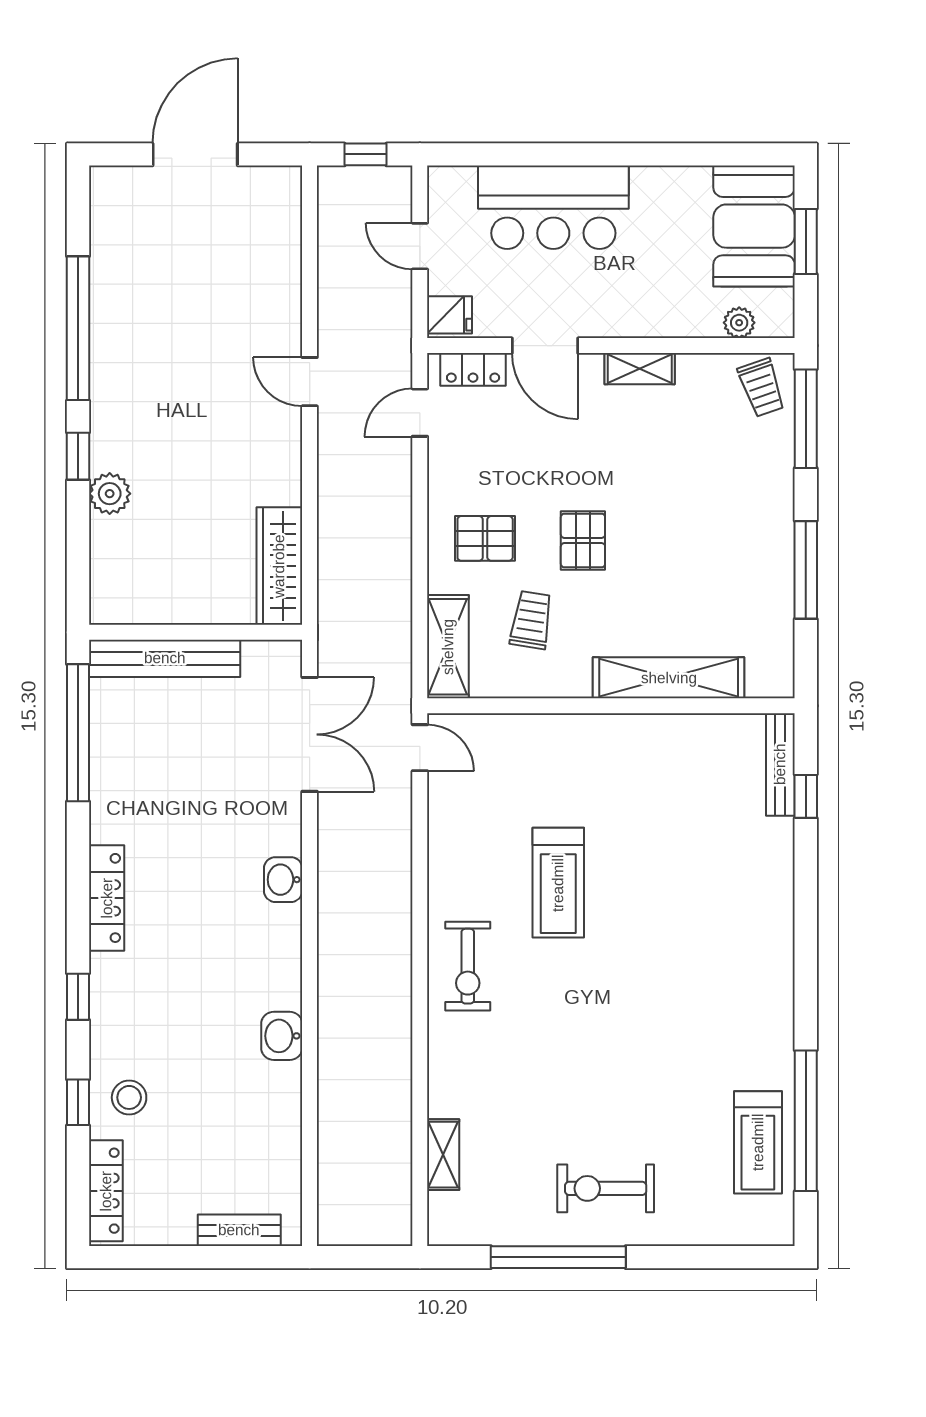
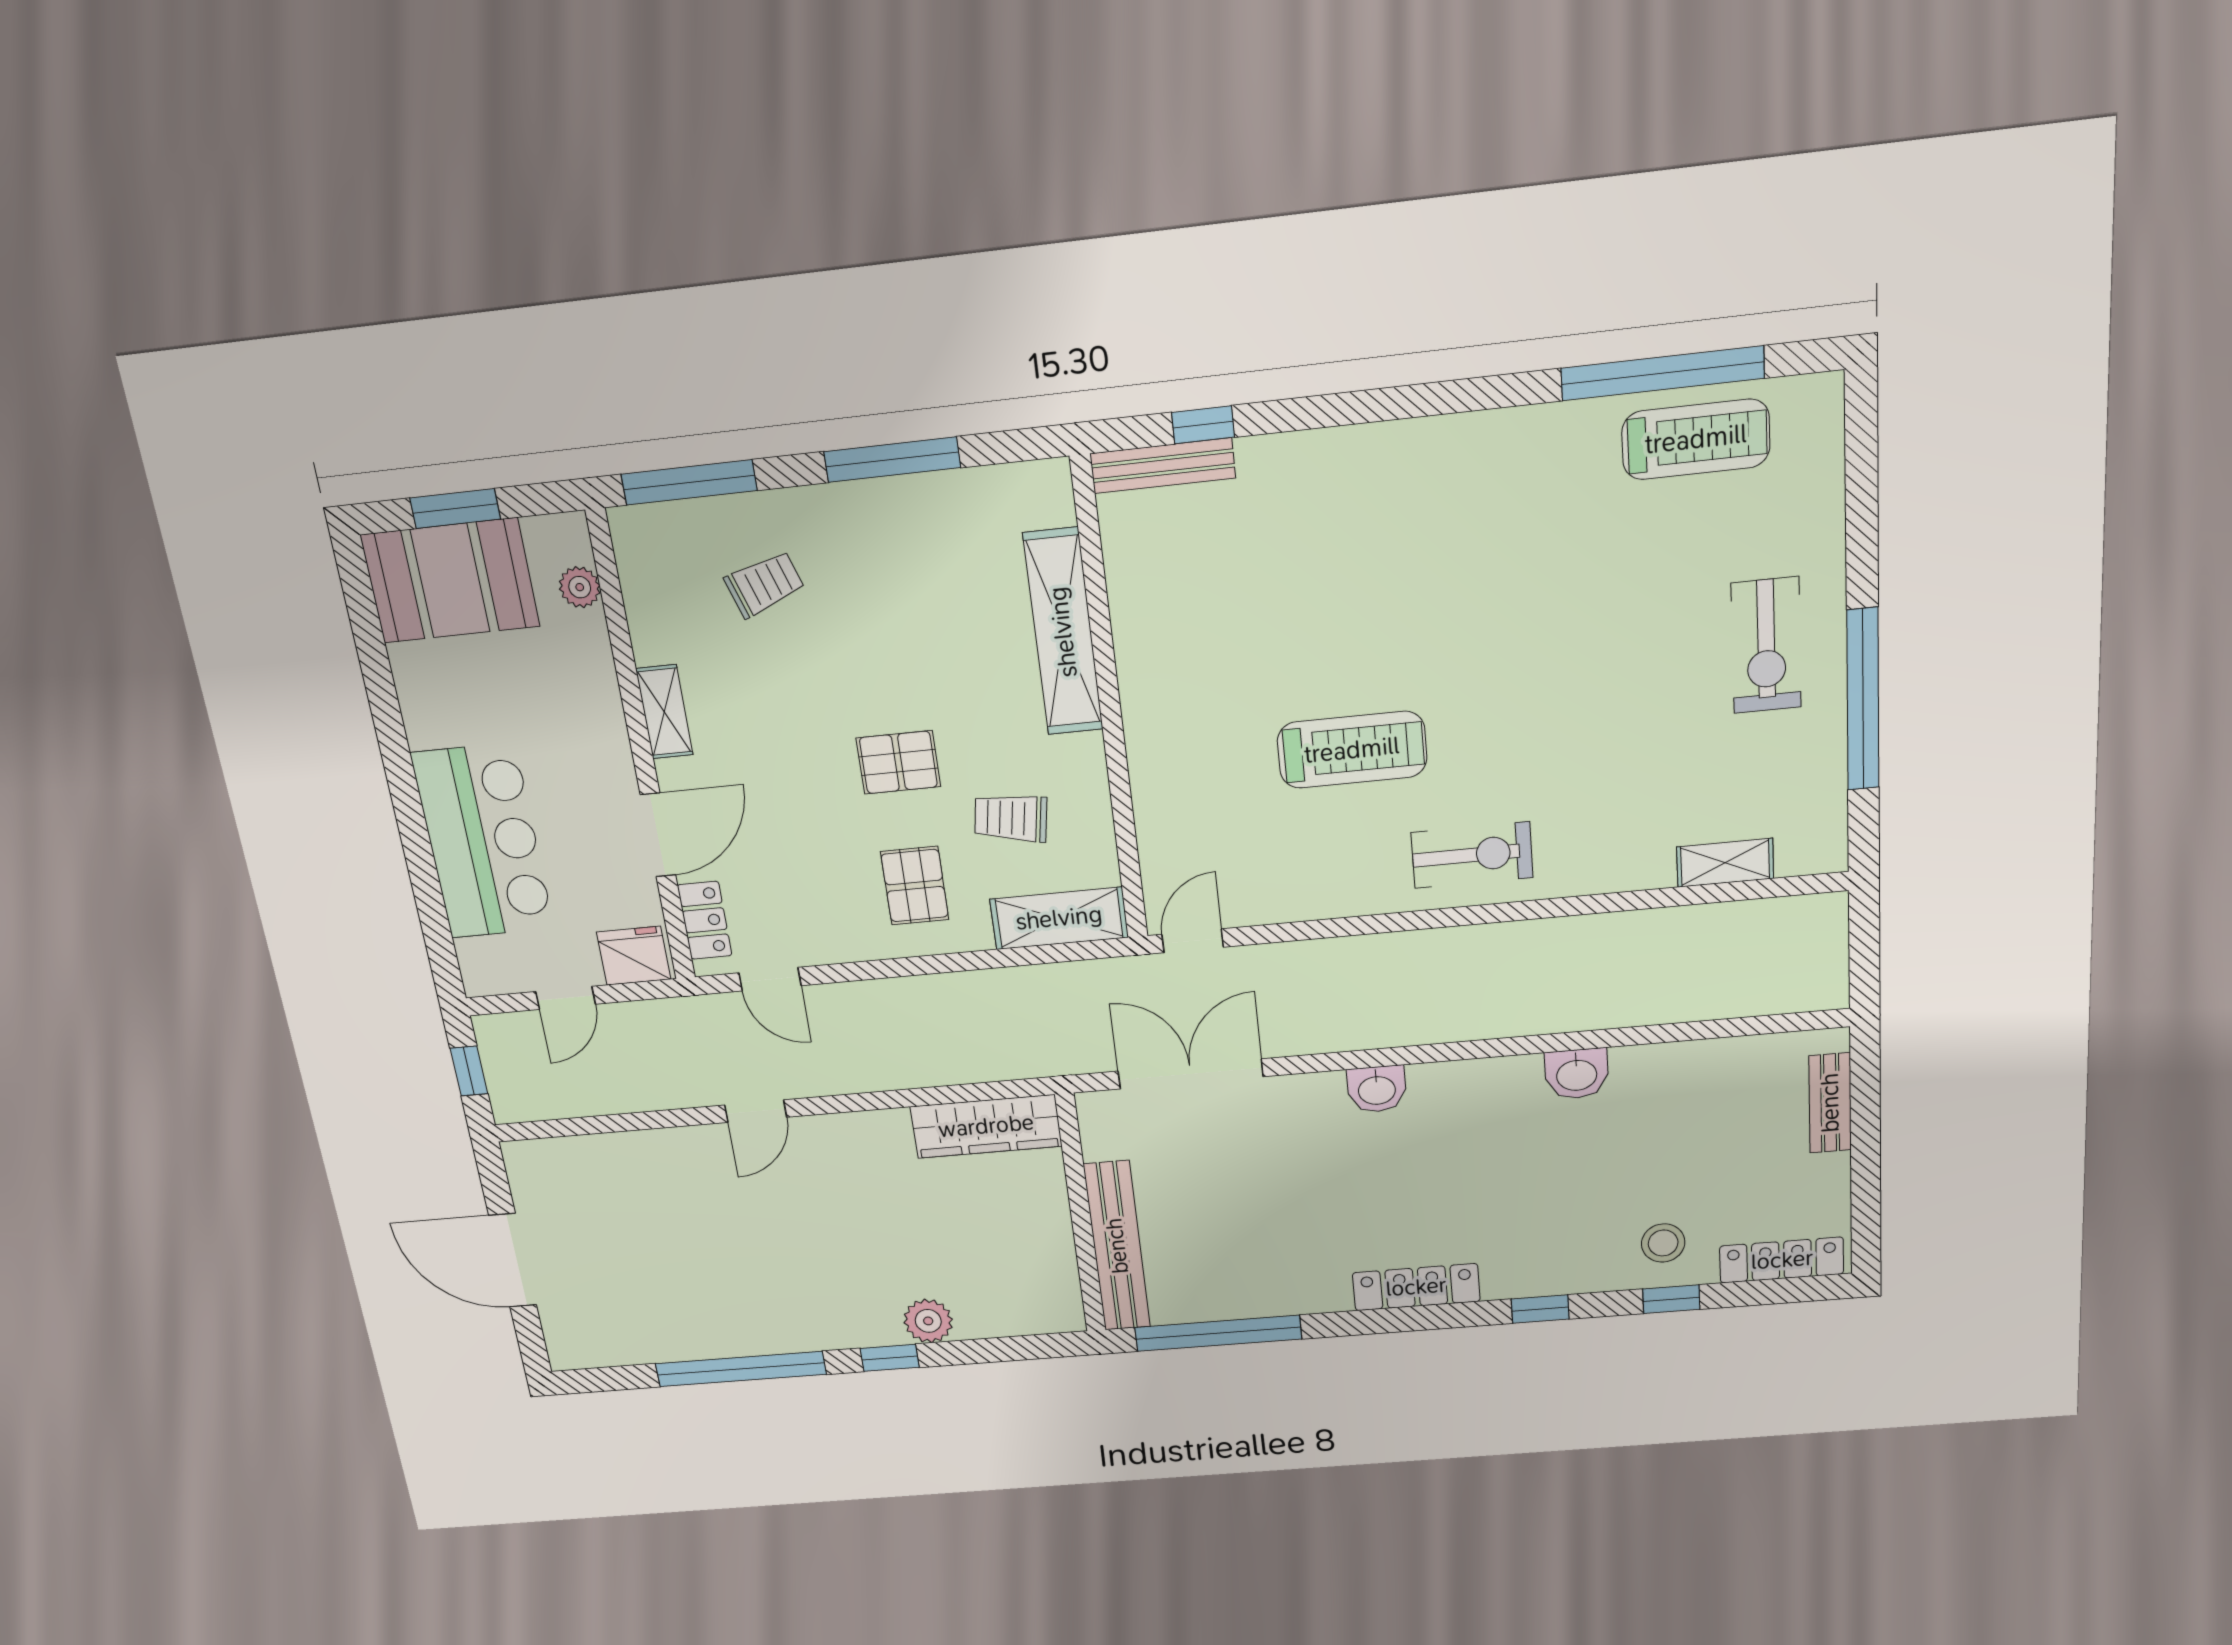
fridge: (449, 315) -> (634, 956), width x1.38
trolley: (762, 388) -> (764, 584), moved

